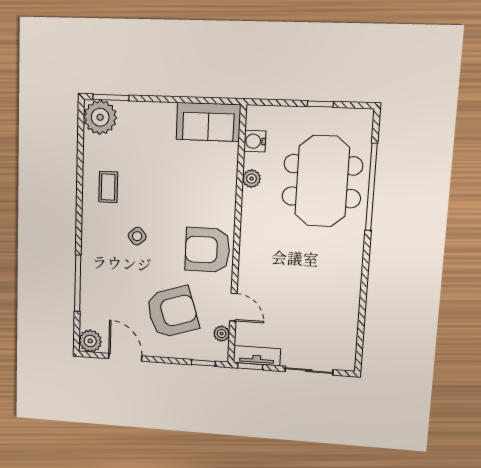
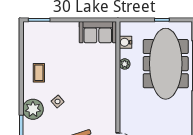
plant: (100, 117) -> (33, 109), moved
meeting table: (322, 181) -> (166, 64), width x1.36
armchair: (207, 250) -> (101, 107), removed

